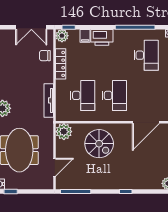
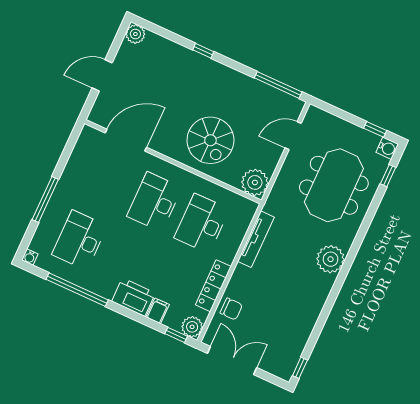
spiral stairs: (99, 144) -> (210, 140), turned 180

